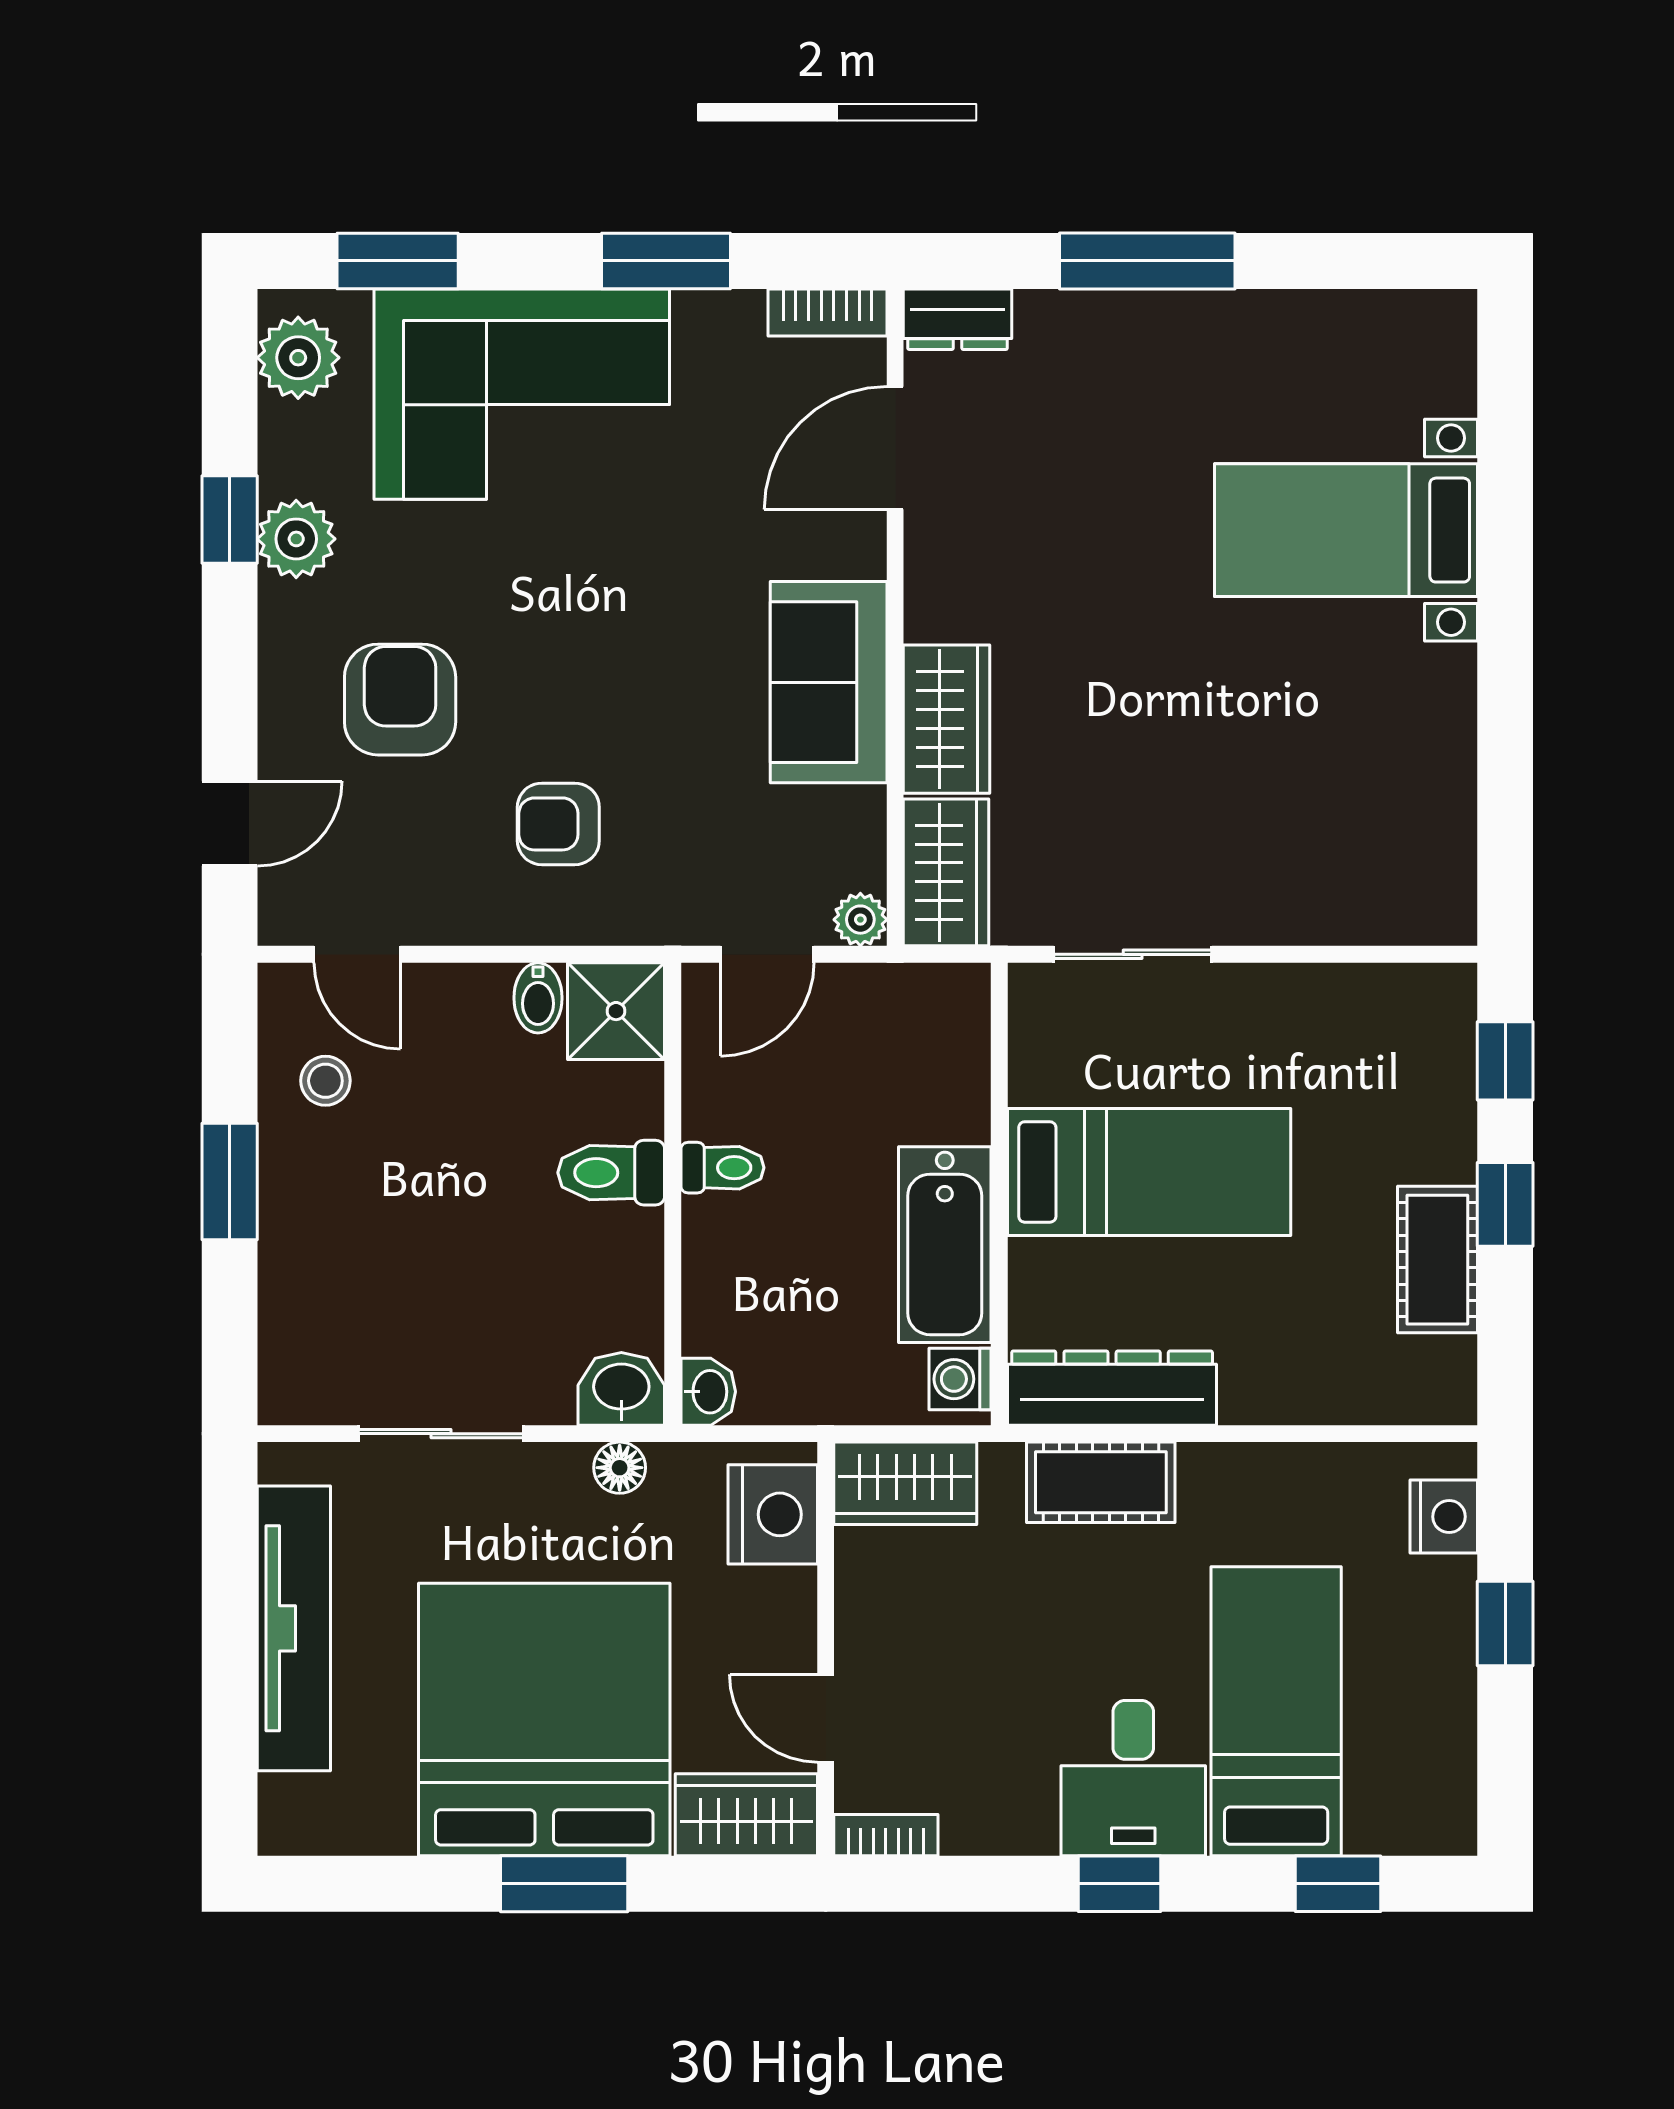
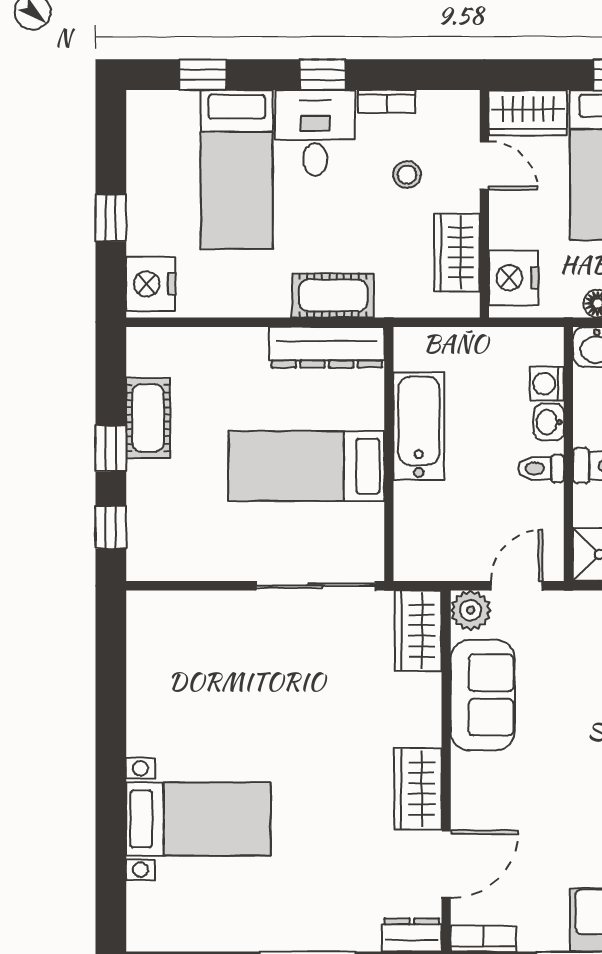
sofa: (829, 682) -> (483, 695), moved
wardrobe: (946, 719) -> (418, 789), moved
plant: (860, 920) -> (471, 610), width x1.38, depth x1.38
sliding door: (1133, 954) -> (316, 586), width x1.37
washing machine: (960, 1379) -> (547, 384), moved, turned 180
washbasin: (708, 1392) -> (549, 422), moved
wardrobe: (905, 1483) -> (457, 252), moved, turned -90
nightstand: (1444, 1517) -> (151, 284), width x1.36, depth x1.33
stool: (966, 1702) -> (407, 175), added
bookcase: (886, 1835) -> (387, 101), moved

